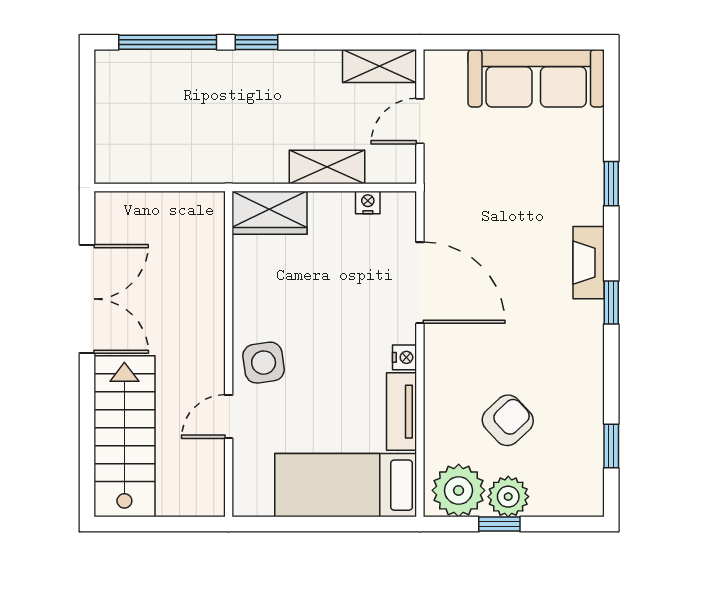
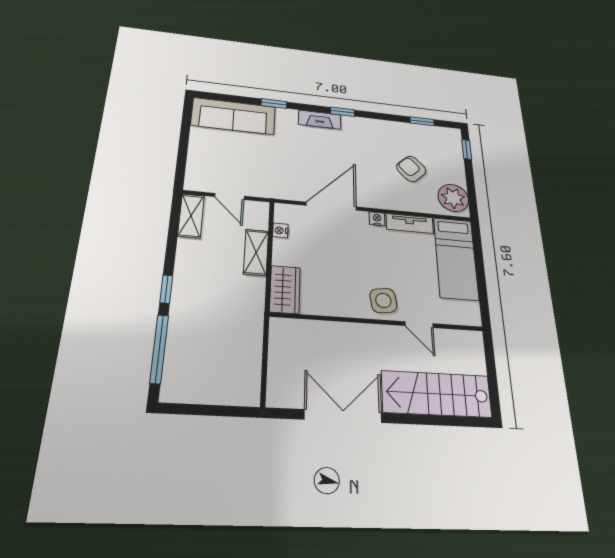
sofa: (536, 78) -> (233, 116), moved, turned 90
plant: (508, 497) -> (454, 173), removed
window: (499, 524) -> (467, 149), moved

